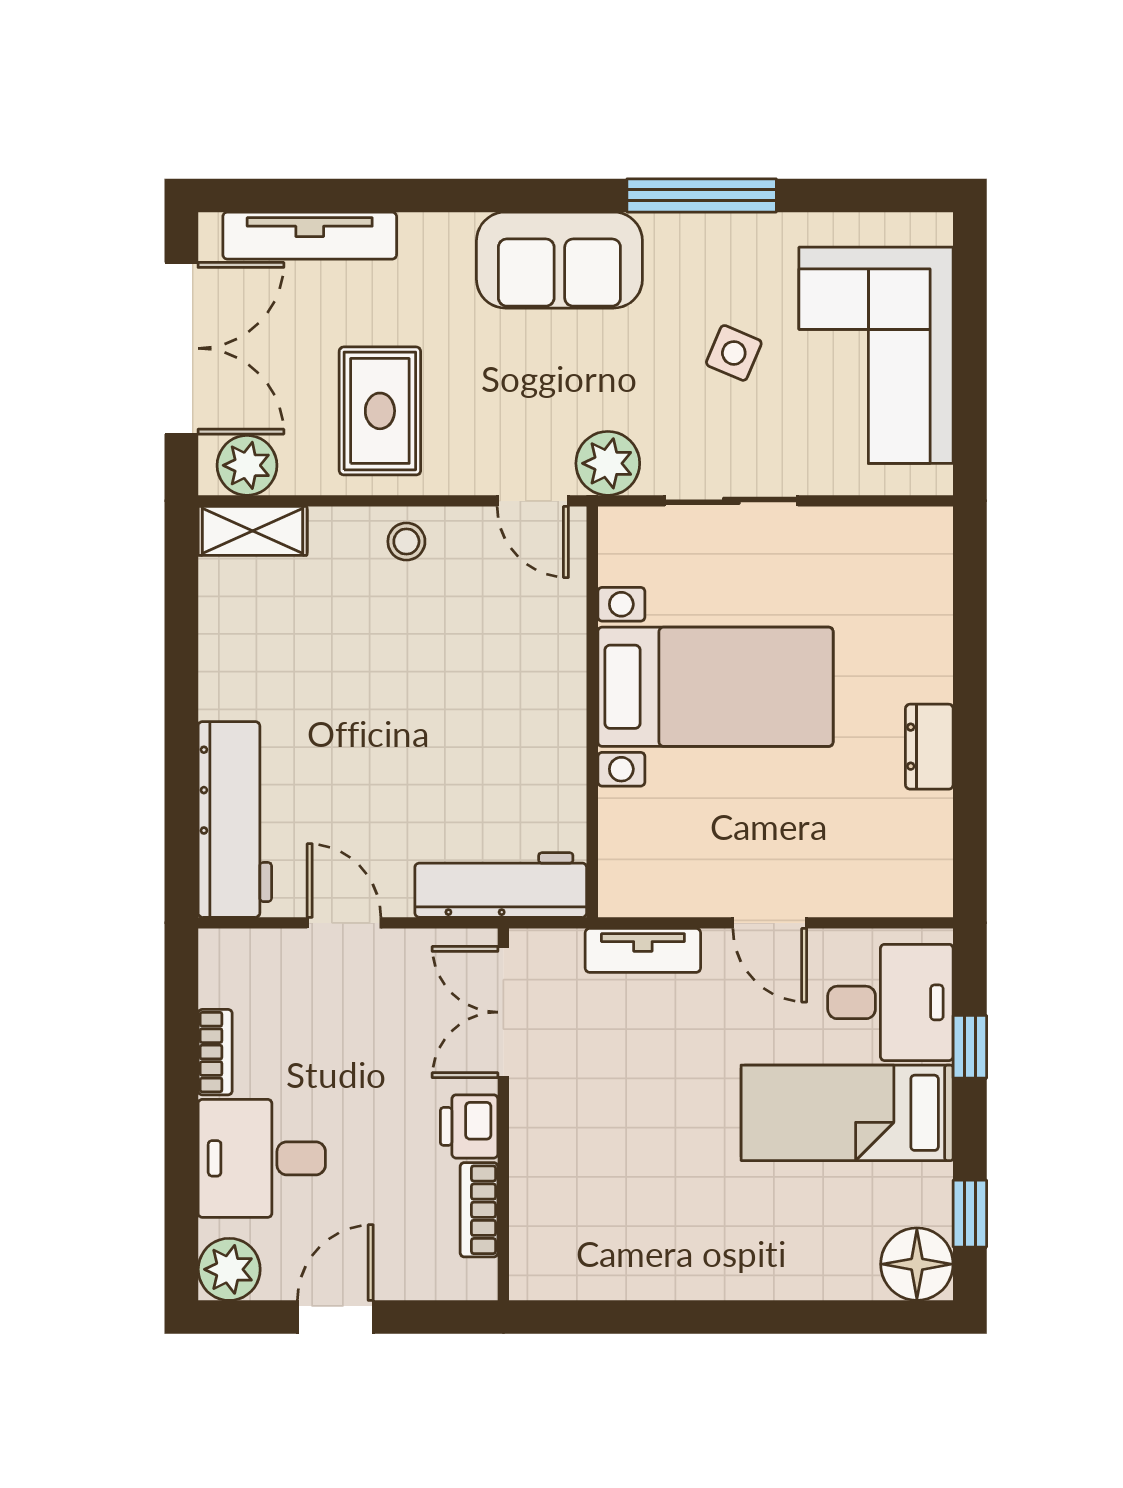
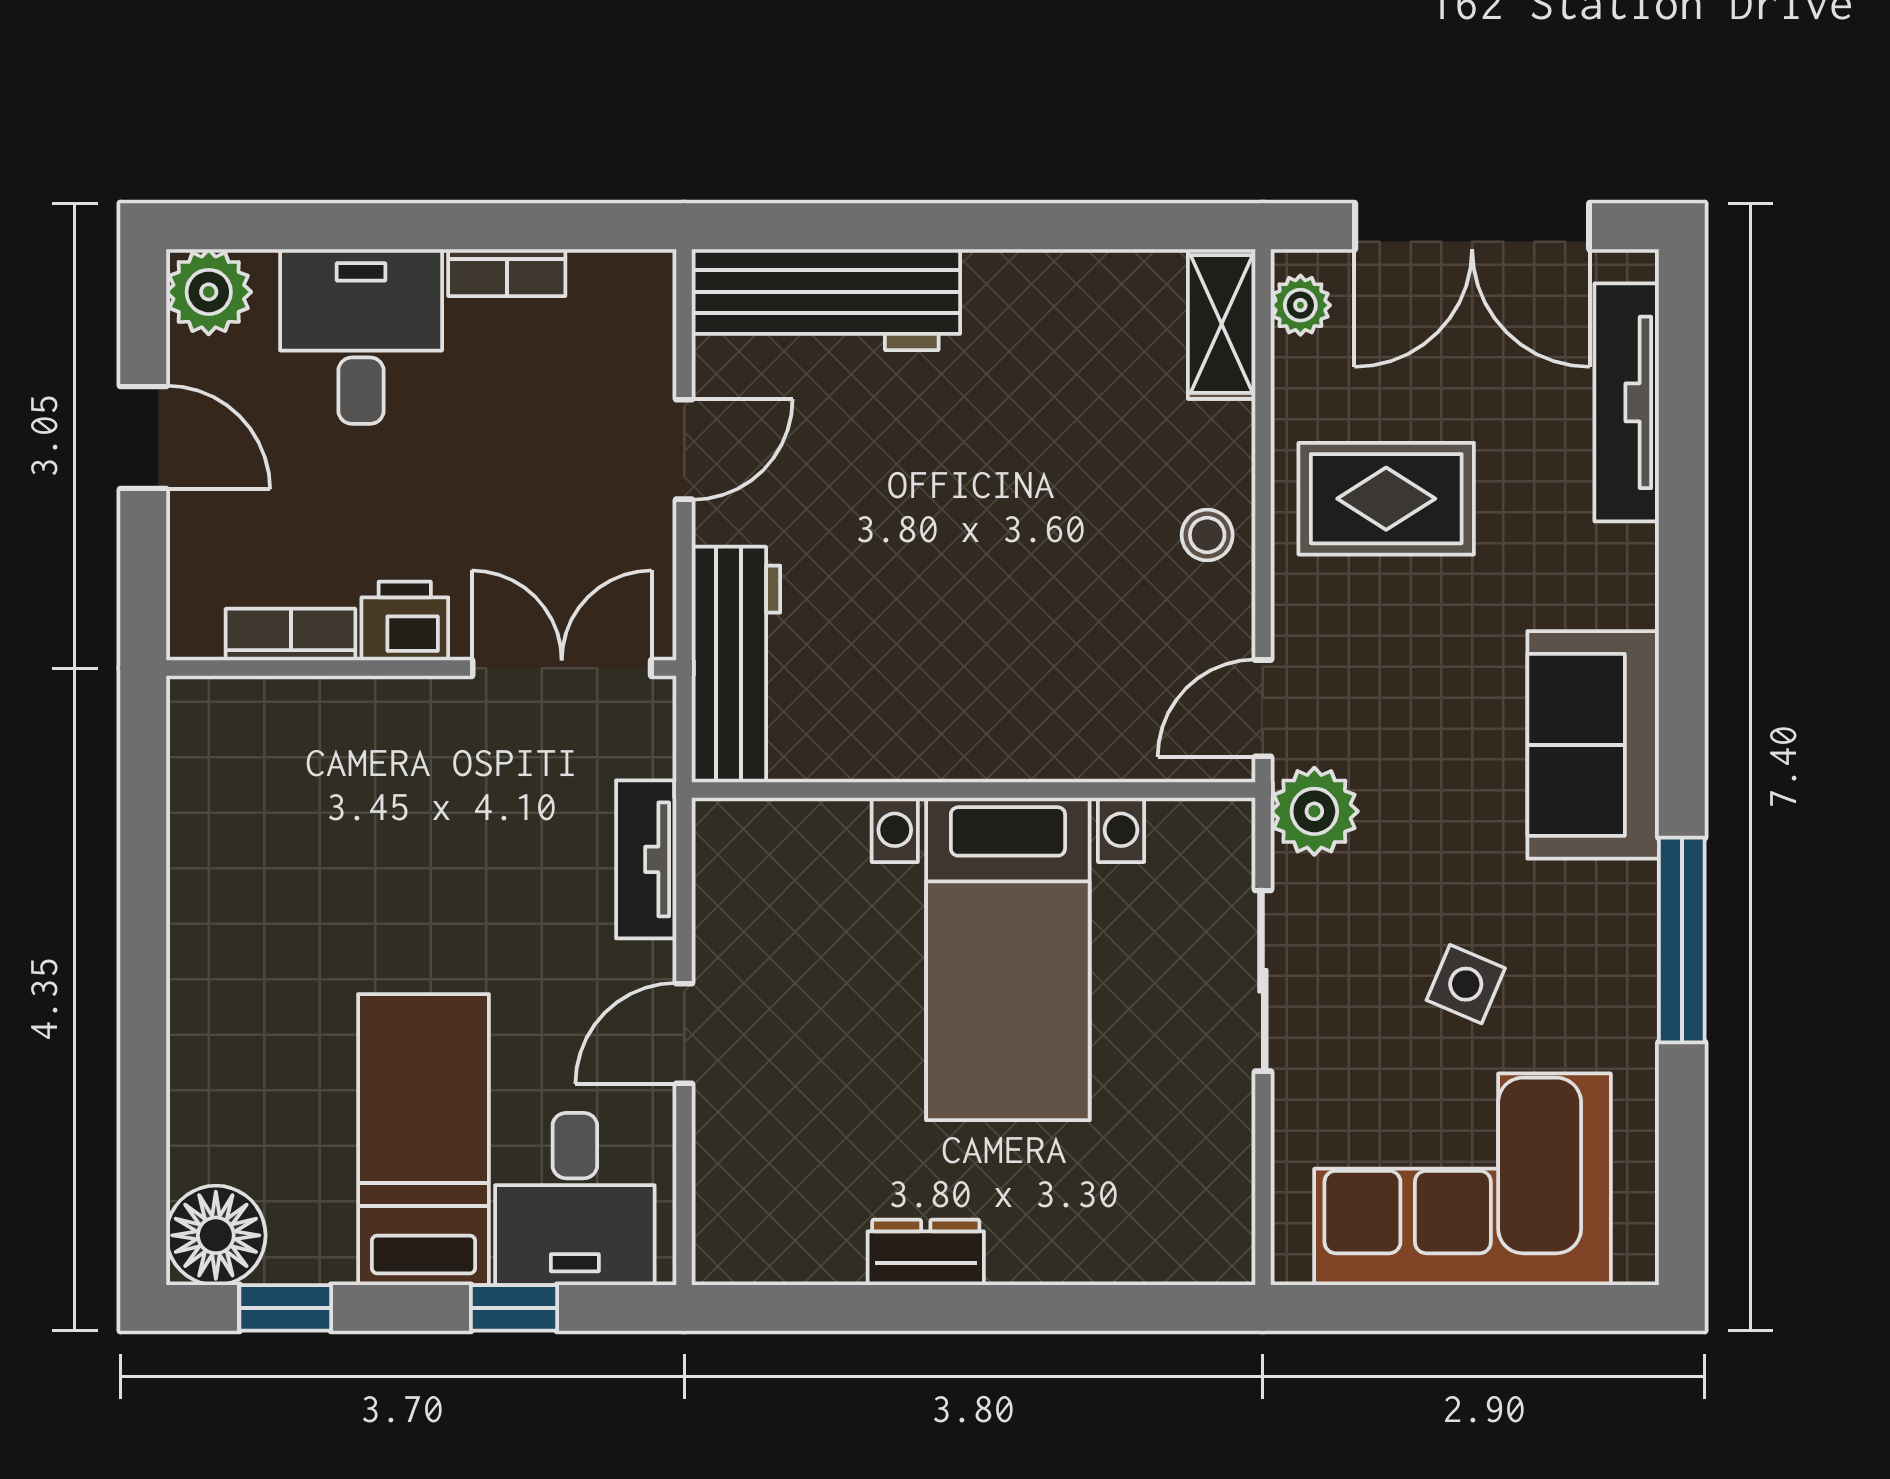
plant: (247, 465) -> (1300, 305), width x0.73, depth x0.73

